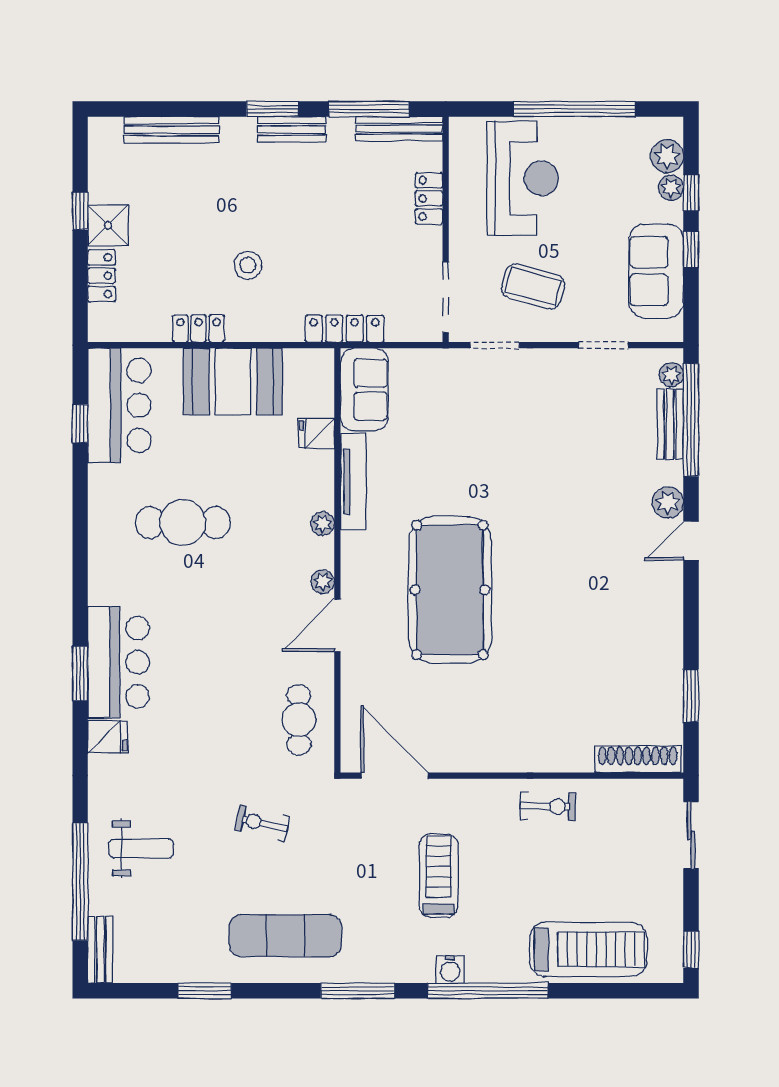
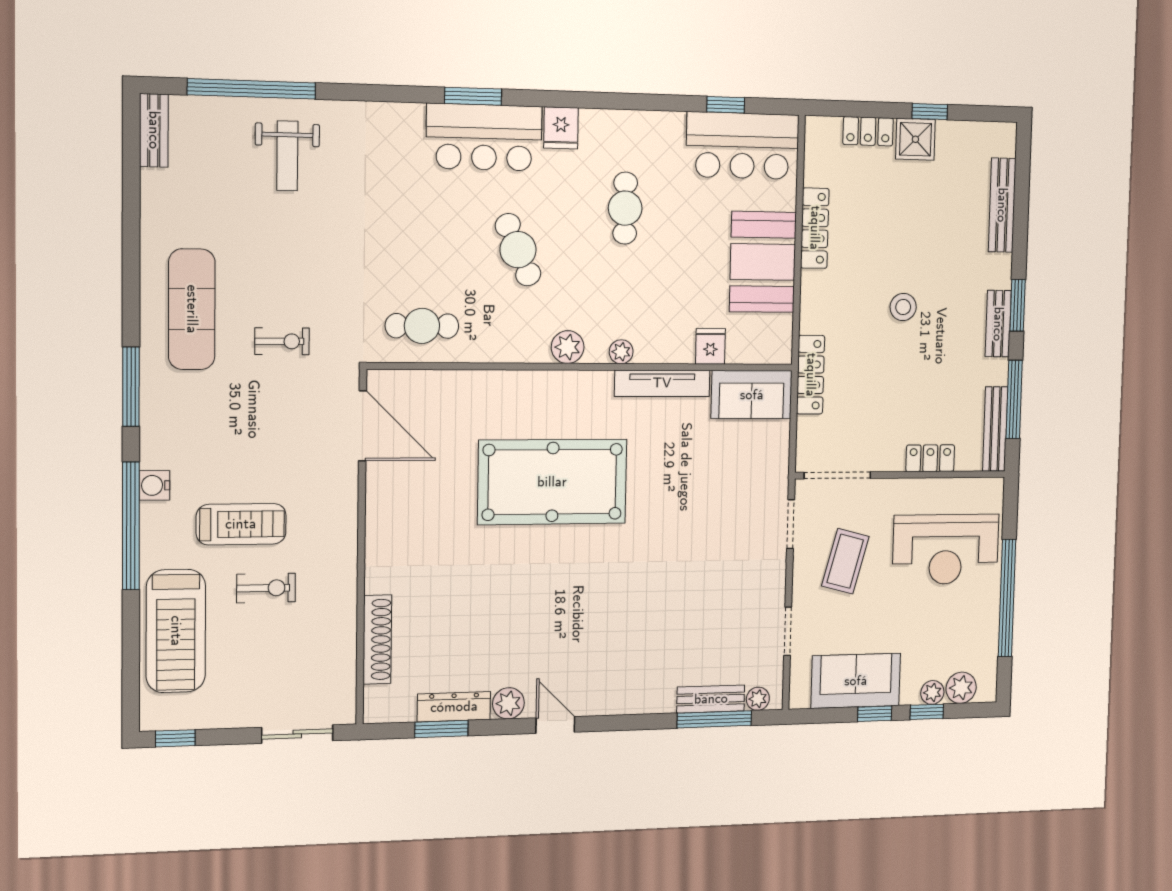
stool: (248, 265) -> (903, 307), moved
locker: (199, 329) -> (815, 228), width x1.53
window: (691, 420) -> (714, 719), width x0.68
plant: (668, 503) -> (508, 703), moved
cafe table: (183, 523) -> (625, 208), width x0.73, depth x0.74
door: (691, 541) -> (555, 725), moved
plant: (323, 582) -> (568, 347), width x1.38, depth x1.38
door: (337, 625) -> (519, 367), removed
cafe table: (225, 628) -> (518, 250), added
dresser: (669, 684) -> (454, 707), added
fridge: (107, 737) -> (561, 128), moved
shoe rack: (638, 759) -> (377, 640), moved
door: (395, 776) -> (362, 426), hinge flipped
exercise bike: (548, 806) -> (266, 588), moved, turned -91
exercise bike: (262, 823) -> (282, 341), moved, turned 77
treadmill: (439, 876) -> (241, 524), moved
bench: (100, 950) -> (154, 130), moved, turned 90
window: (205, 991) -> (131, 221), removed

